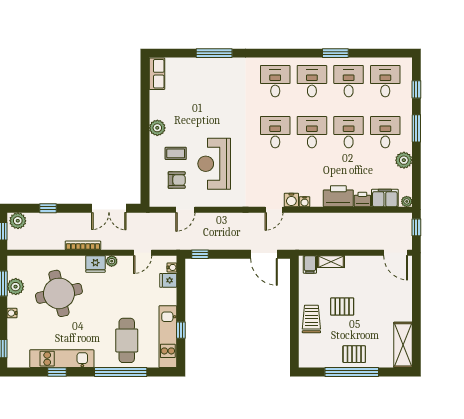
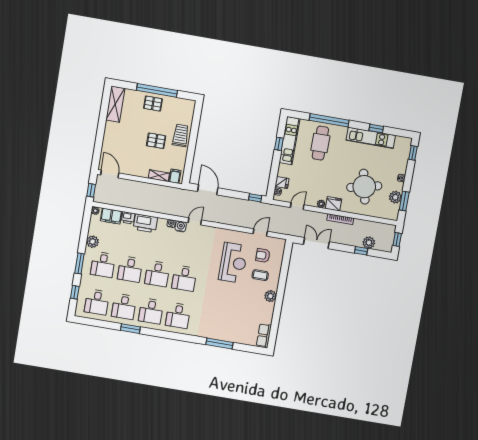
plant: (18, 221) -> (369, 243), moved
trolley: (311, 319) -> (181, 135), turned 180

